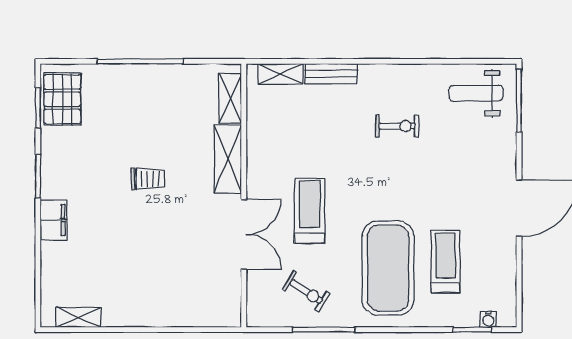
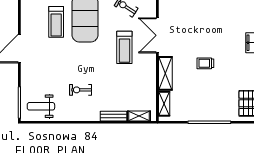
weight bench: (476, 93) -> (41, 106), turned 180

